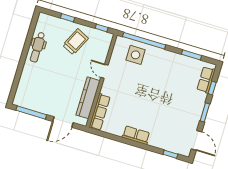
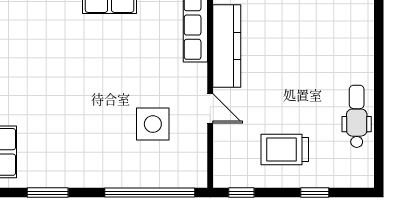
trolley: (75, 42) -> (285, 150), turned 64
side table: (136, 55) -> (153, 124), moved

